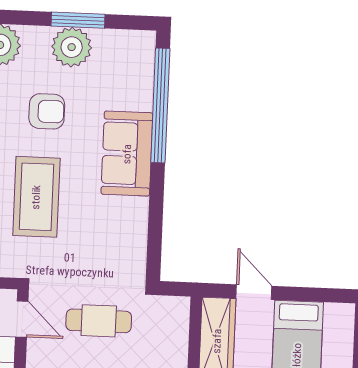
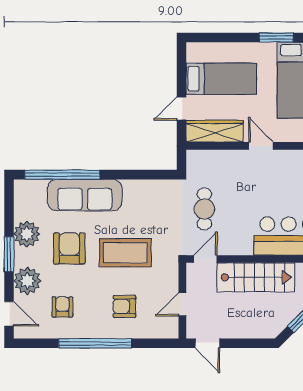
window: (78, 20) -> (9, 254), moved
armchair: (47, 111) -> (69, 248), width x1.38, depth x1.38
sofa: (127, 154) -> (85, 195), width x1.36

